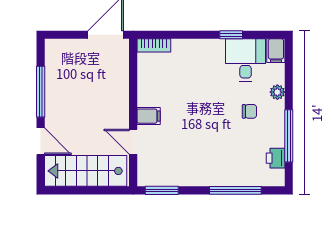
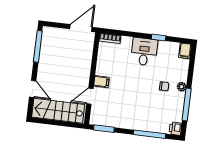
desk: (246, 60) -> (144, 52), moved
window: (41, 92) -> (38, 46), moved
plant: (277, 92) -> (182, 87), moved
door: (133, 142) -> (90, 96), hinge flipped
printer: (276, 158) -> (175, 129), moved

